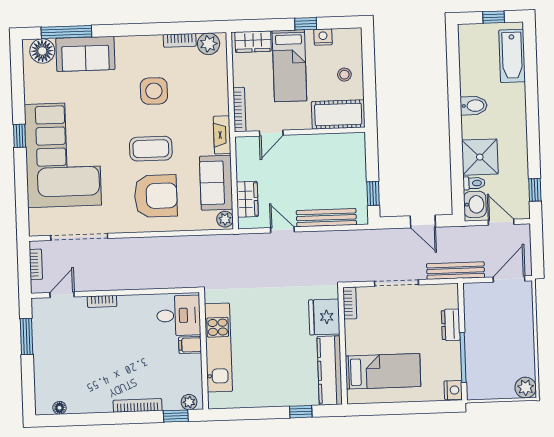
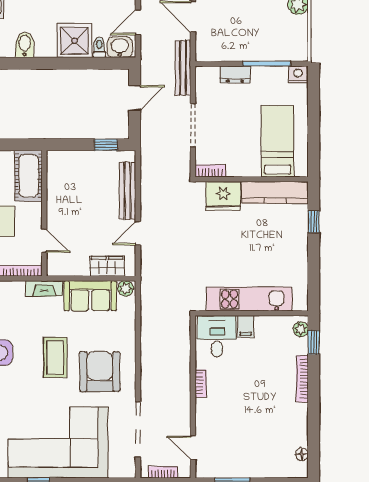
armchair: (156, 196) -> (100, 372), moved
bookcase: (102, 301) -> (201, 383), moved

